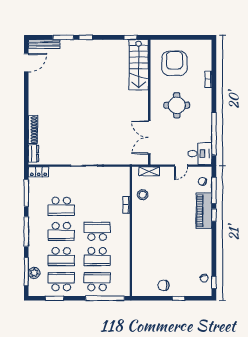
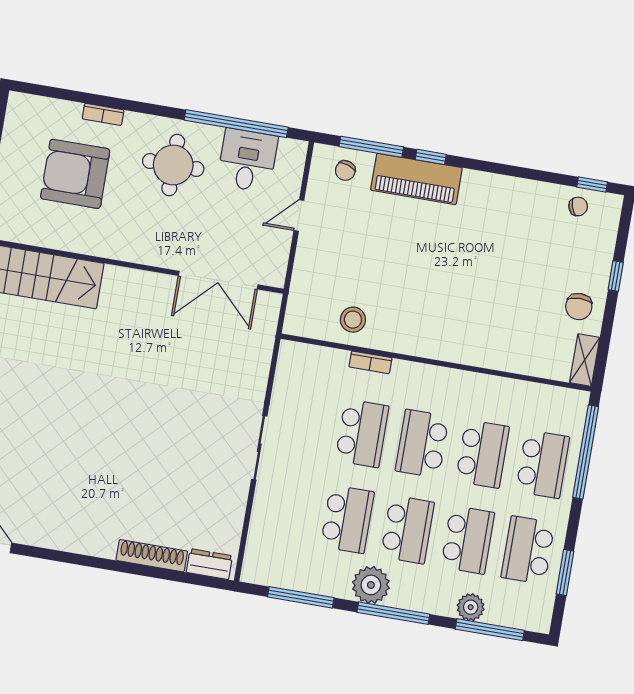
armchair: (175, 63) -> (75, 174), moved
round table: (177, 105) -> (173, 165), moved
desk: (200, 154) -> (247, 160), moved
door: (181, 166) -> (299, 215), swing flipped
shelving: (149, 171) -> (585, 360), moved
locker: (39, 172) -> (255, 559), removed
school desk: (97, 206) -> (362, 433), added
plant: (36, 220) -> (371, 585), added
plant: (34, 273) -> (471, 607), moved
school desk: (97, 282) -> (543, 464), turned 180

